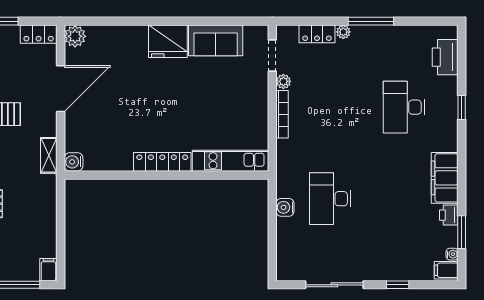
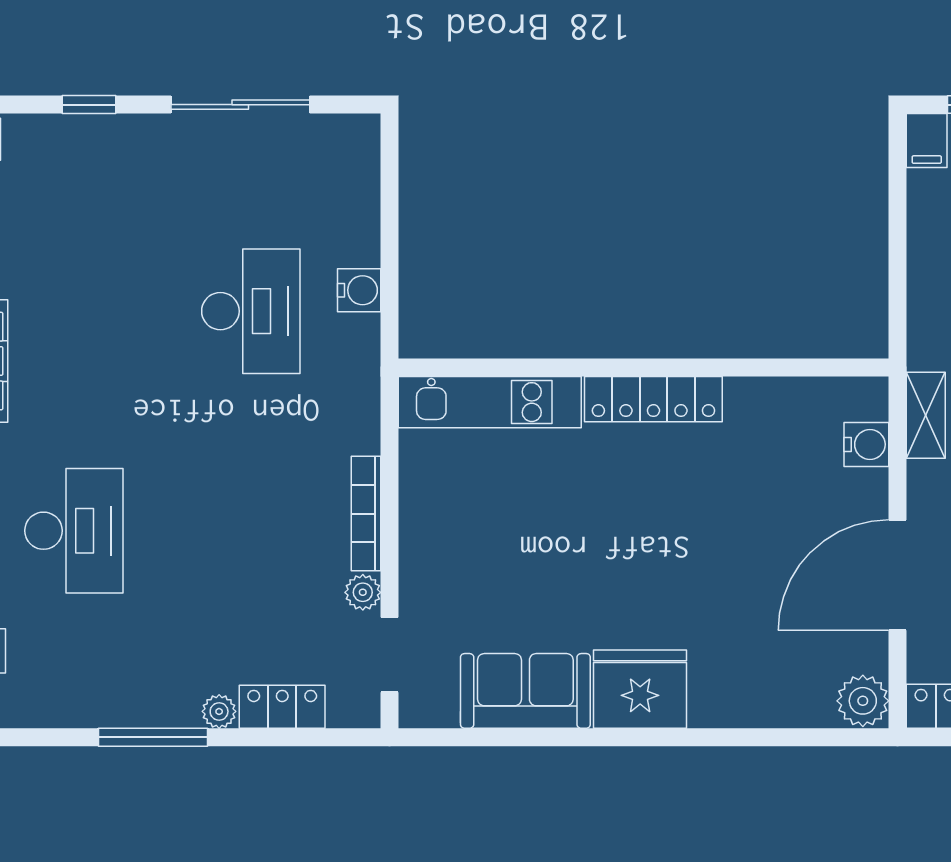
water cooler: (74, 162) -> (866, 444), moved

